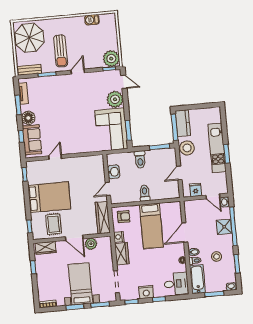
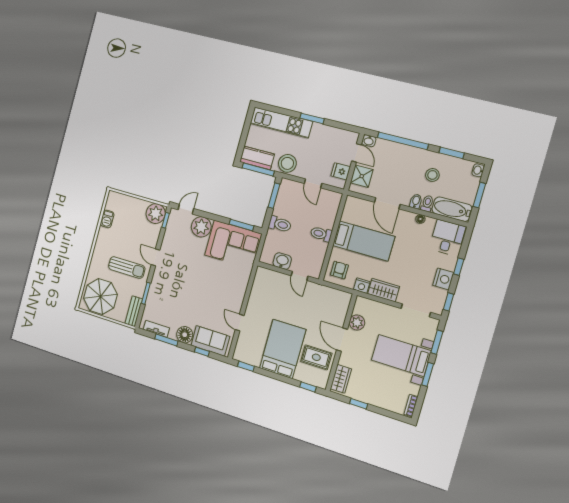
kitchen unit: (217, 148) -> (281, 123), moved
door: (213, 196) -> (356, 153), hinge flipped
wardrobe: (103, 218) -> (331, 296), removed
shower: (224, 227) -> (362, 176), moved
door: (74, 238) -> (342, 340), swing flipped

